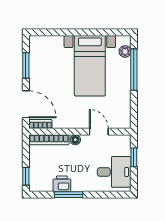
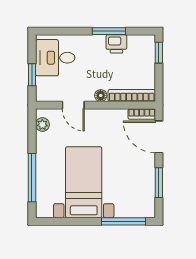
window: (56, 32) -> (123, 221), added
plant: (125, 51) -> (42, 125), moved

